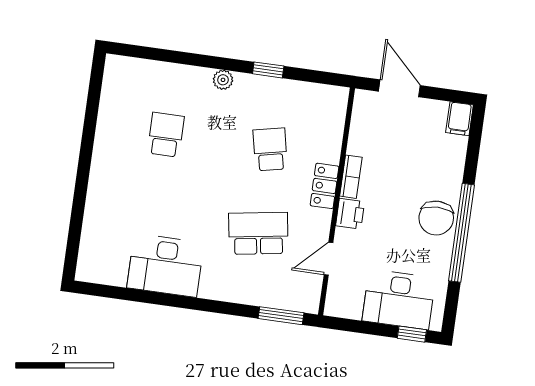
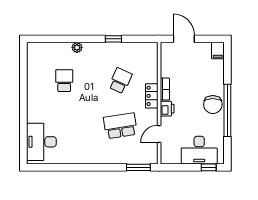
plant: (223, 80) -> (77, 48), moved
school desk: (270, 149) -> (120, 81), turned 36
desk: (165, 265) -> (41, 142), moved, turned 90

